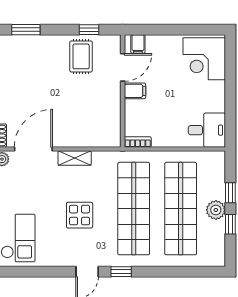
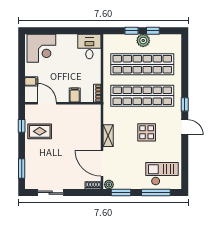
filing cabinet: (138, 44) -> (31, 81), moved
filing cabinet: (135, 91) -> (75, 95), moved

